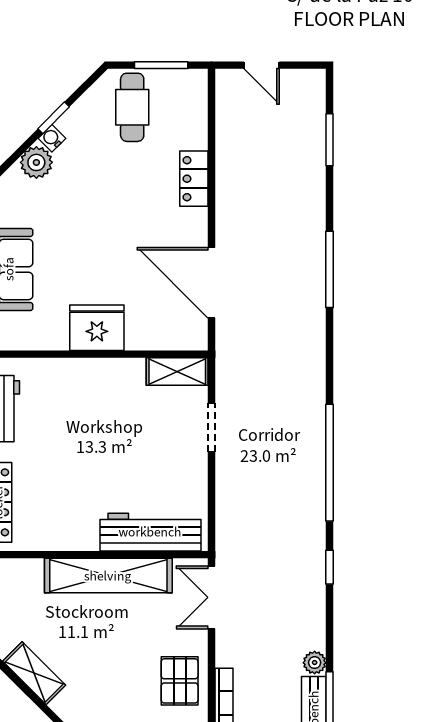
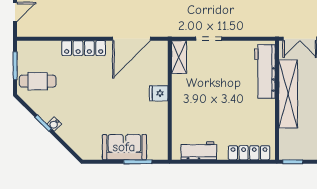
plant: (36, 162) -> (67, 132), removed
locker: (194, 179) -> (84, 48), width x1.53
fridge: (97, 328) -> (159, 93), width x0.53, depth x0.75

